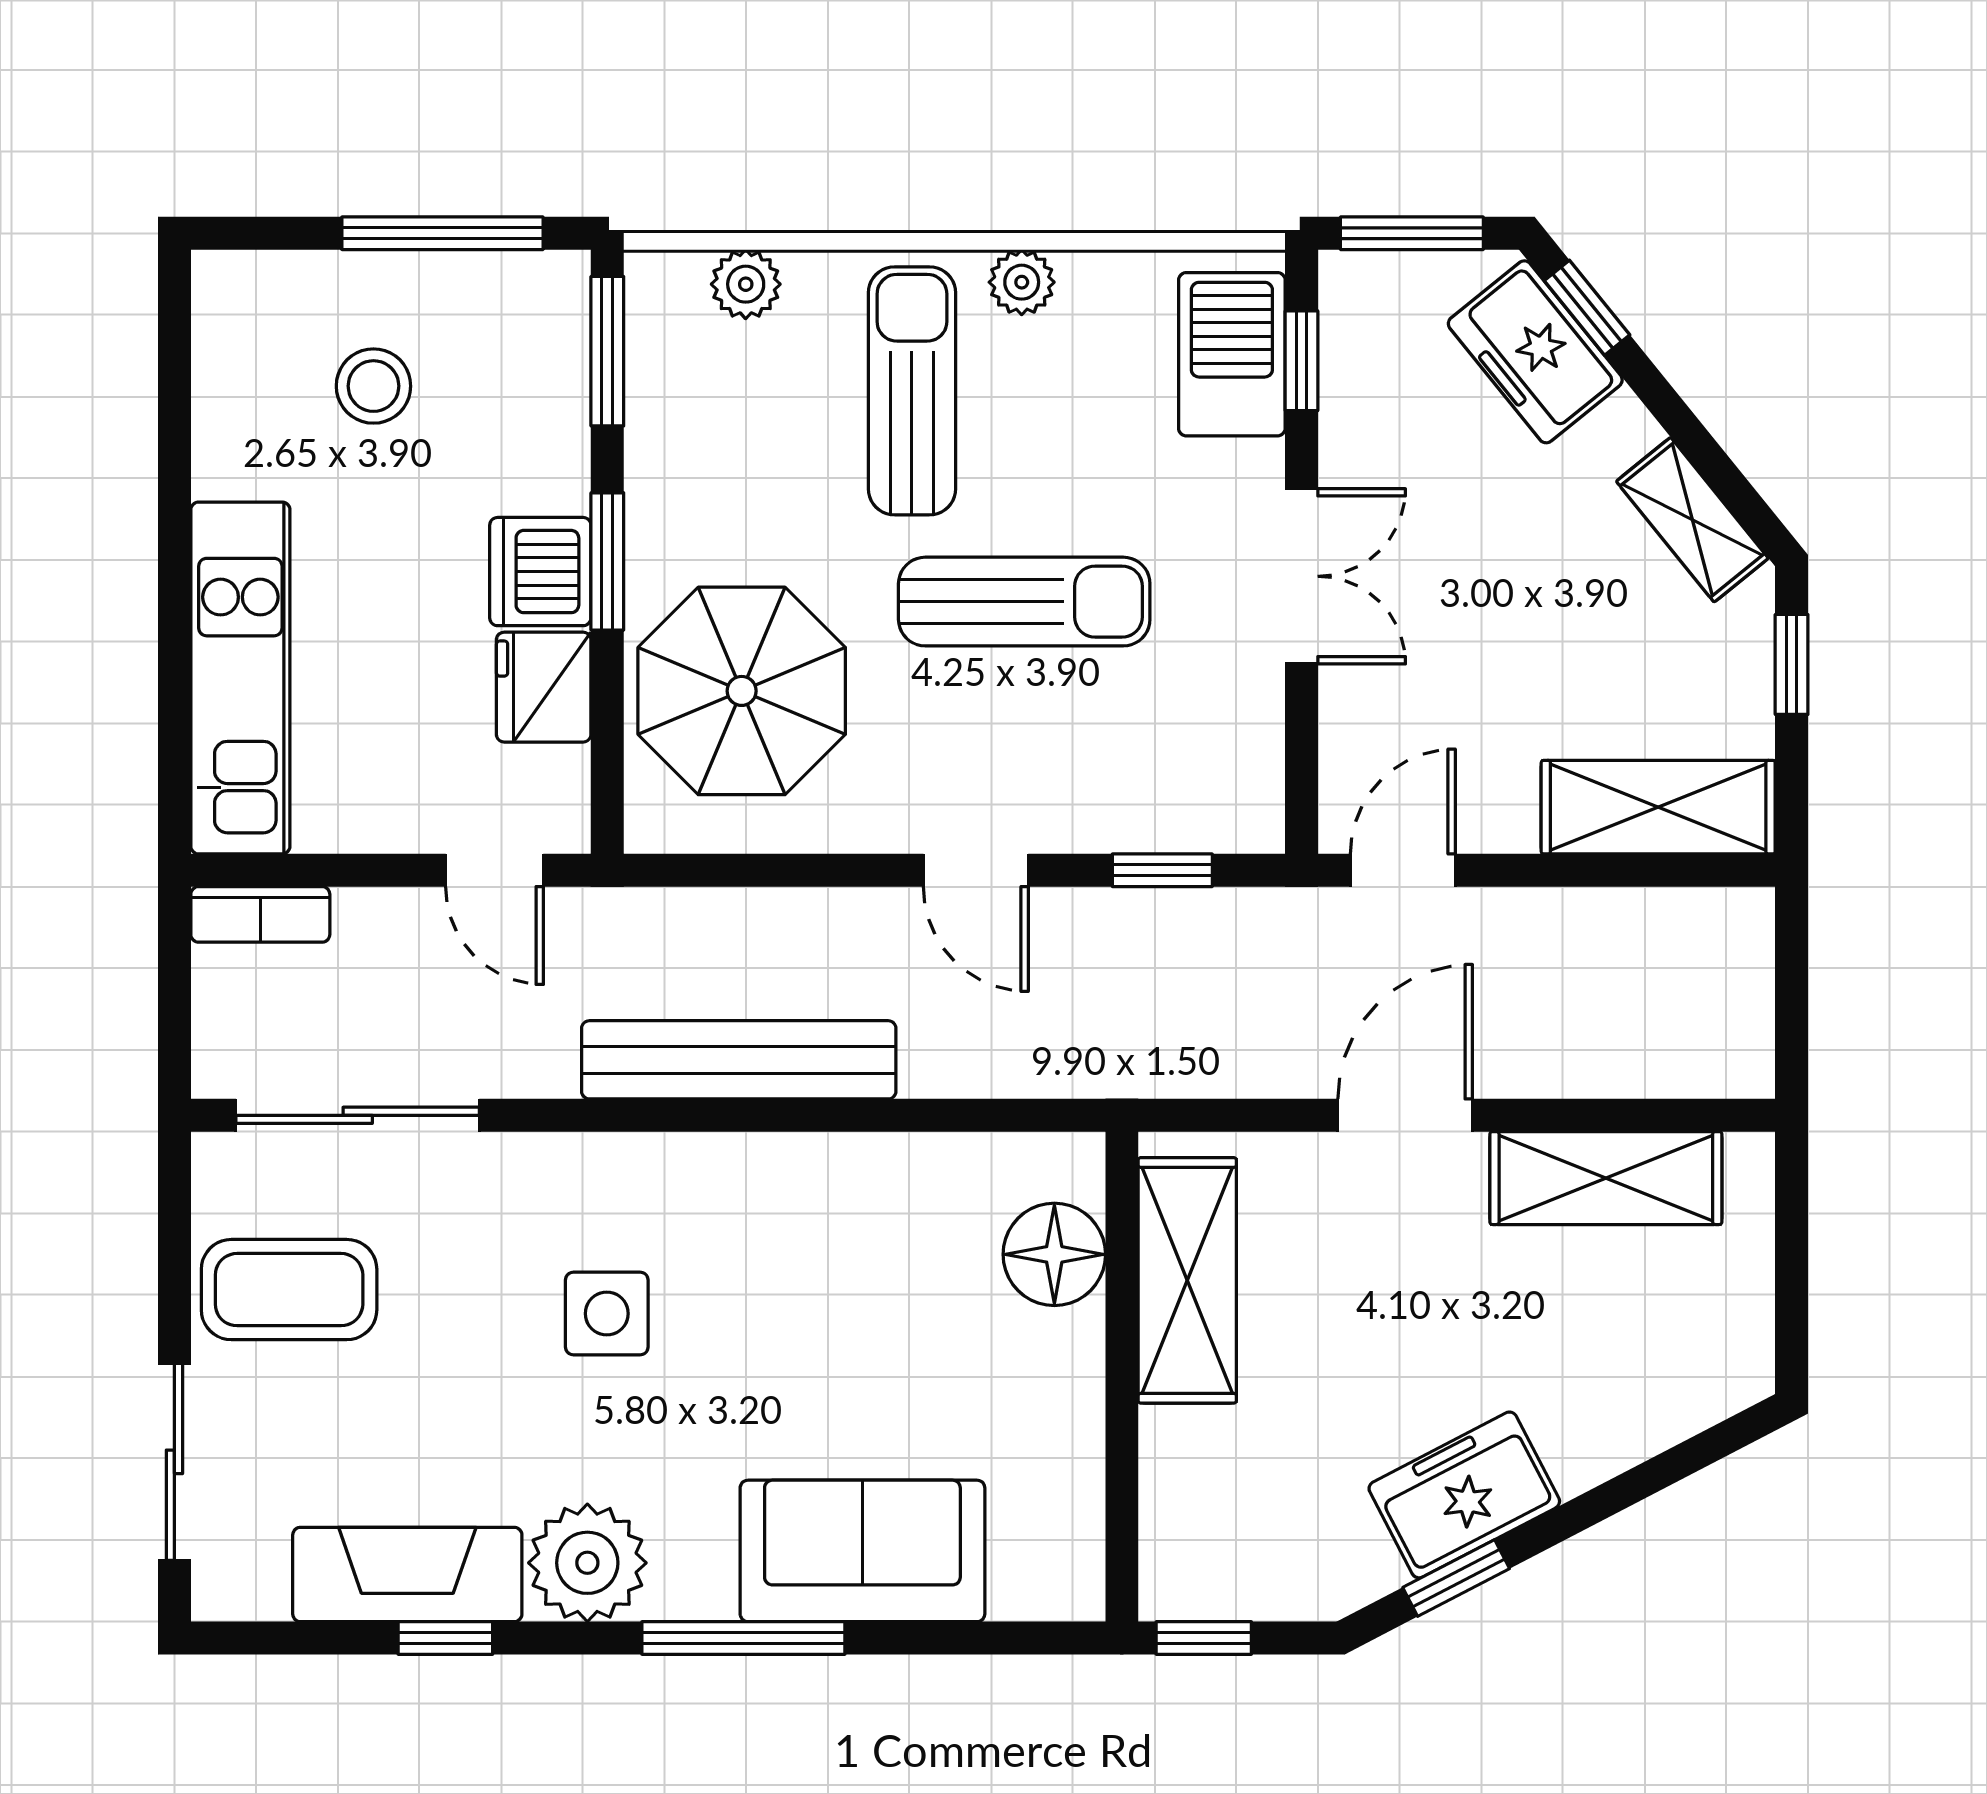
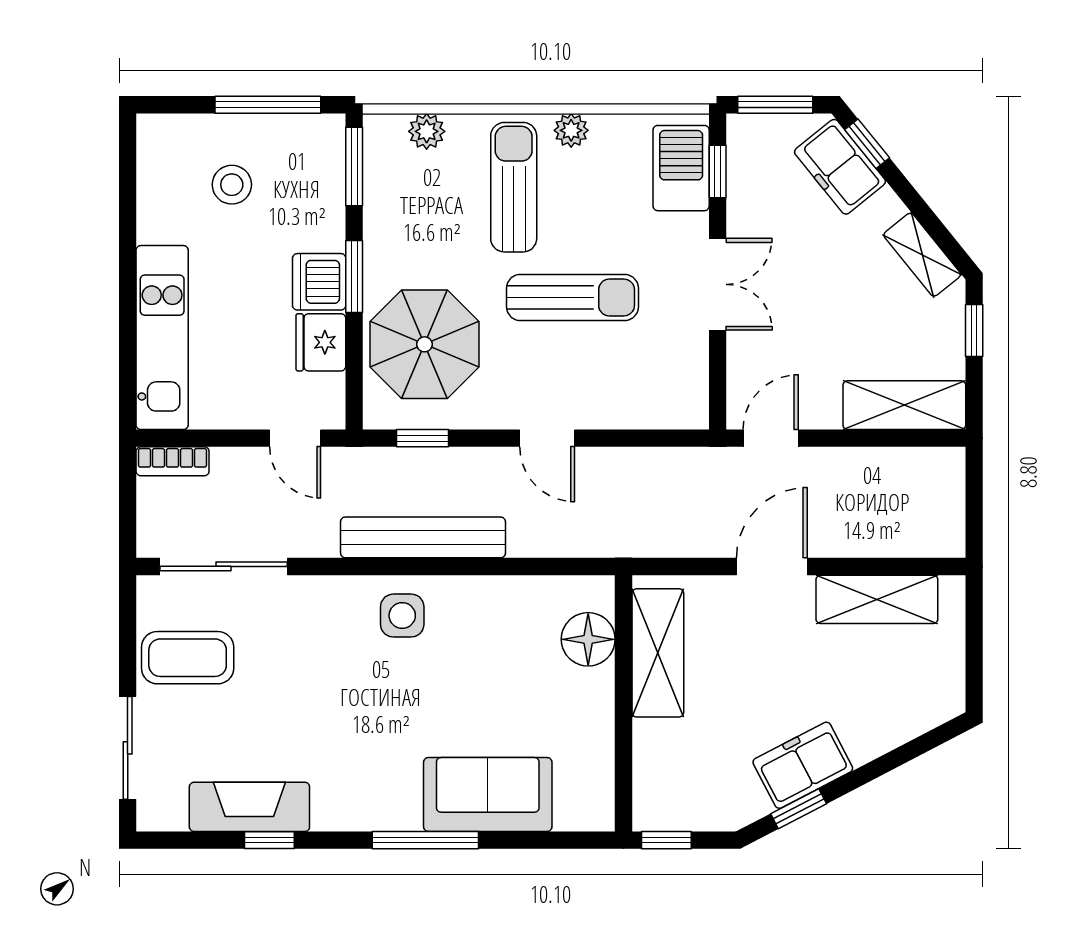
window: (1162, 870) -> (423, 438), moved
side table: (607, 1314) -> (402, 616), moved
plant: (587, 1563) -> (344, 801), removed

